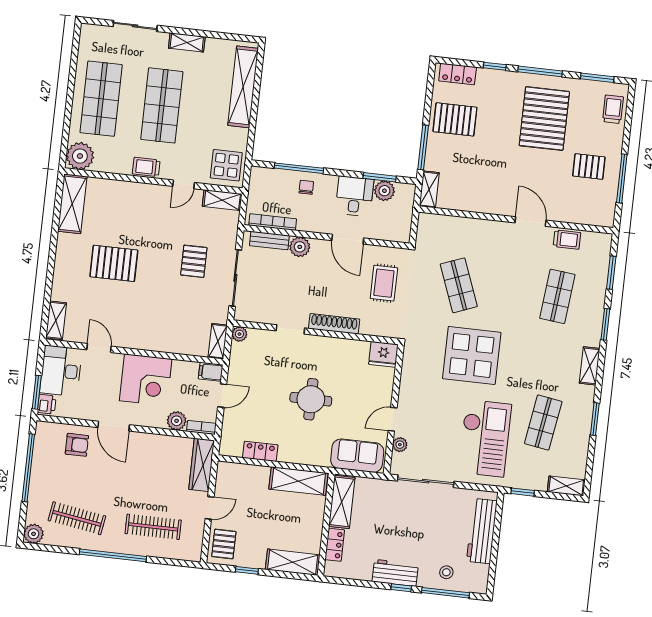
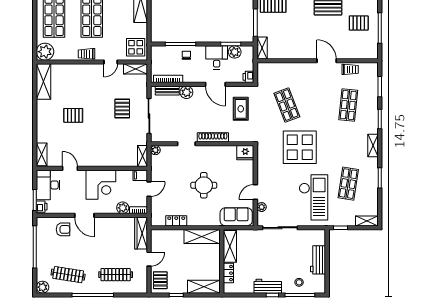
printer: (402, 233) -> (248, 77), added
pallet: (114, 263) -> (73, 115), width x0.67, depth x0.71
workbench: (482, 531) -> (318, 260), width x0.73

